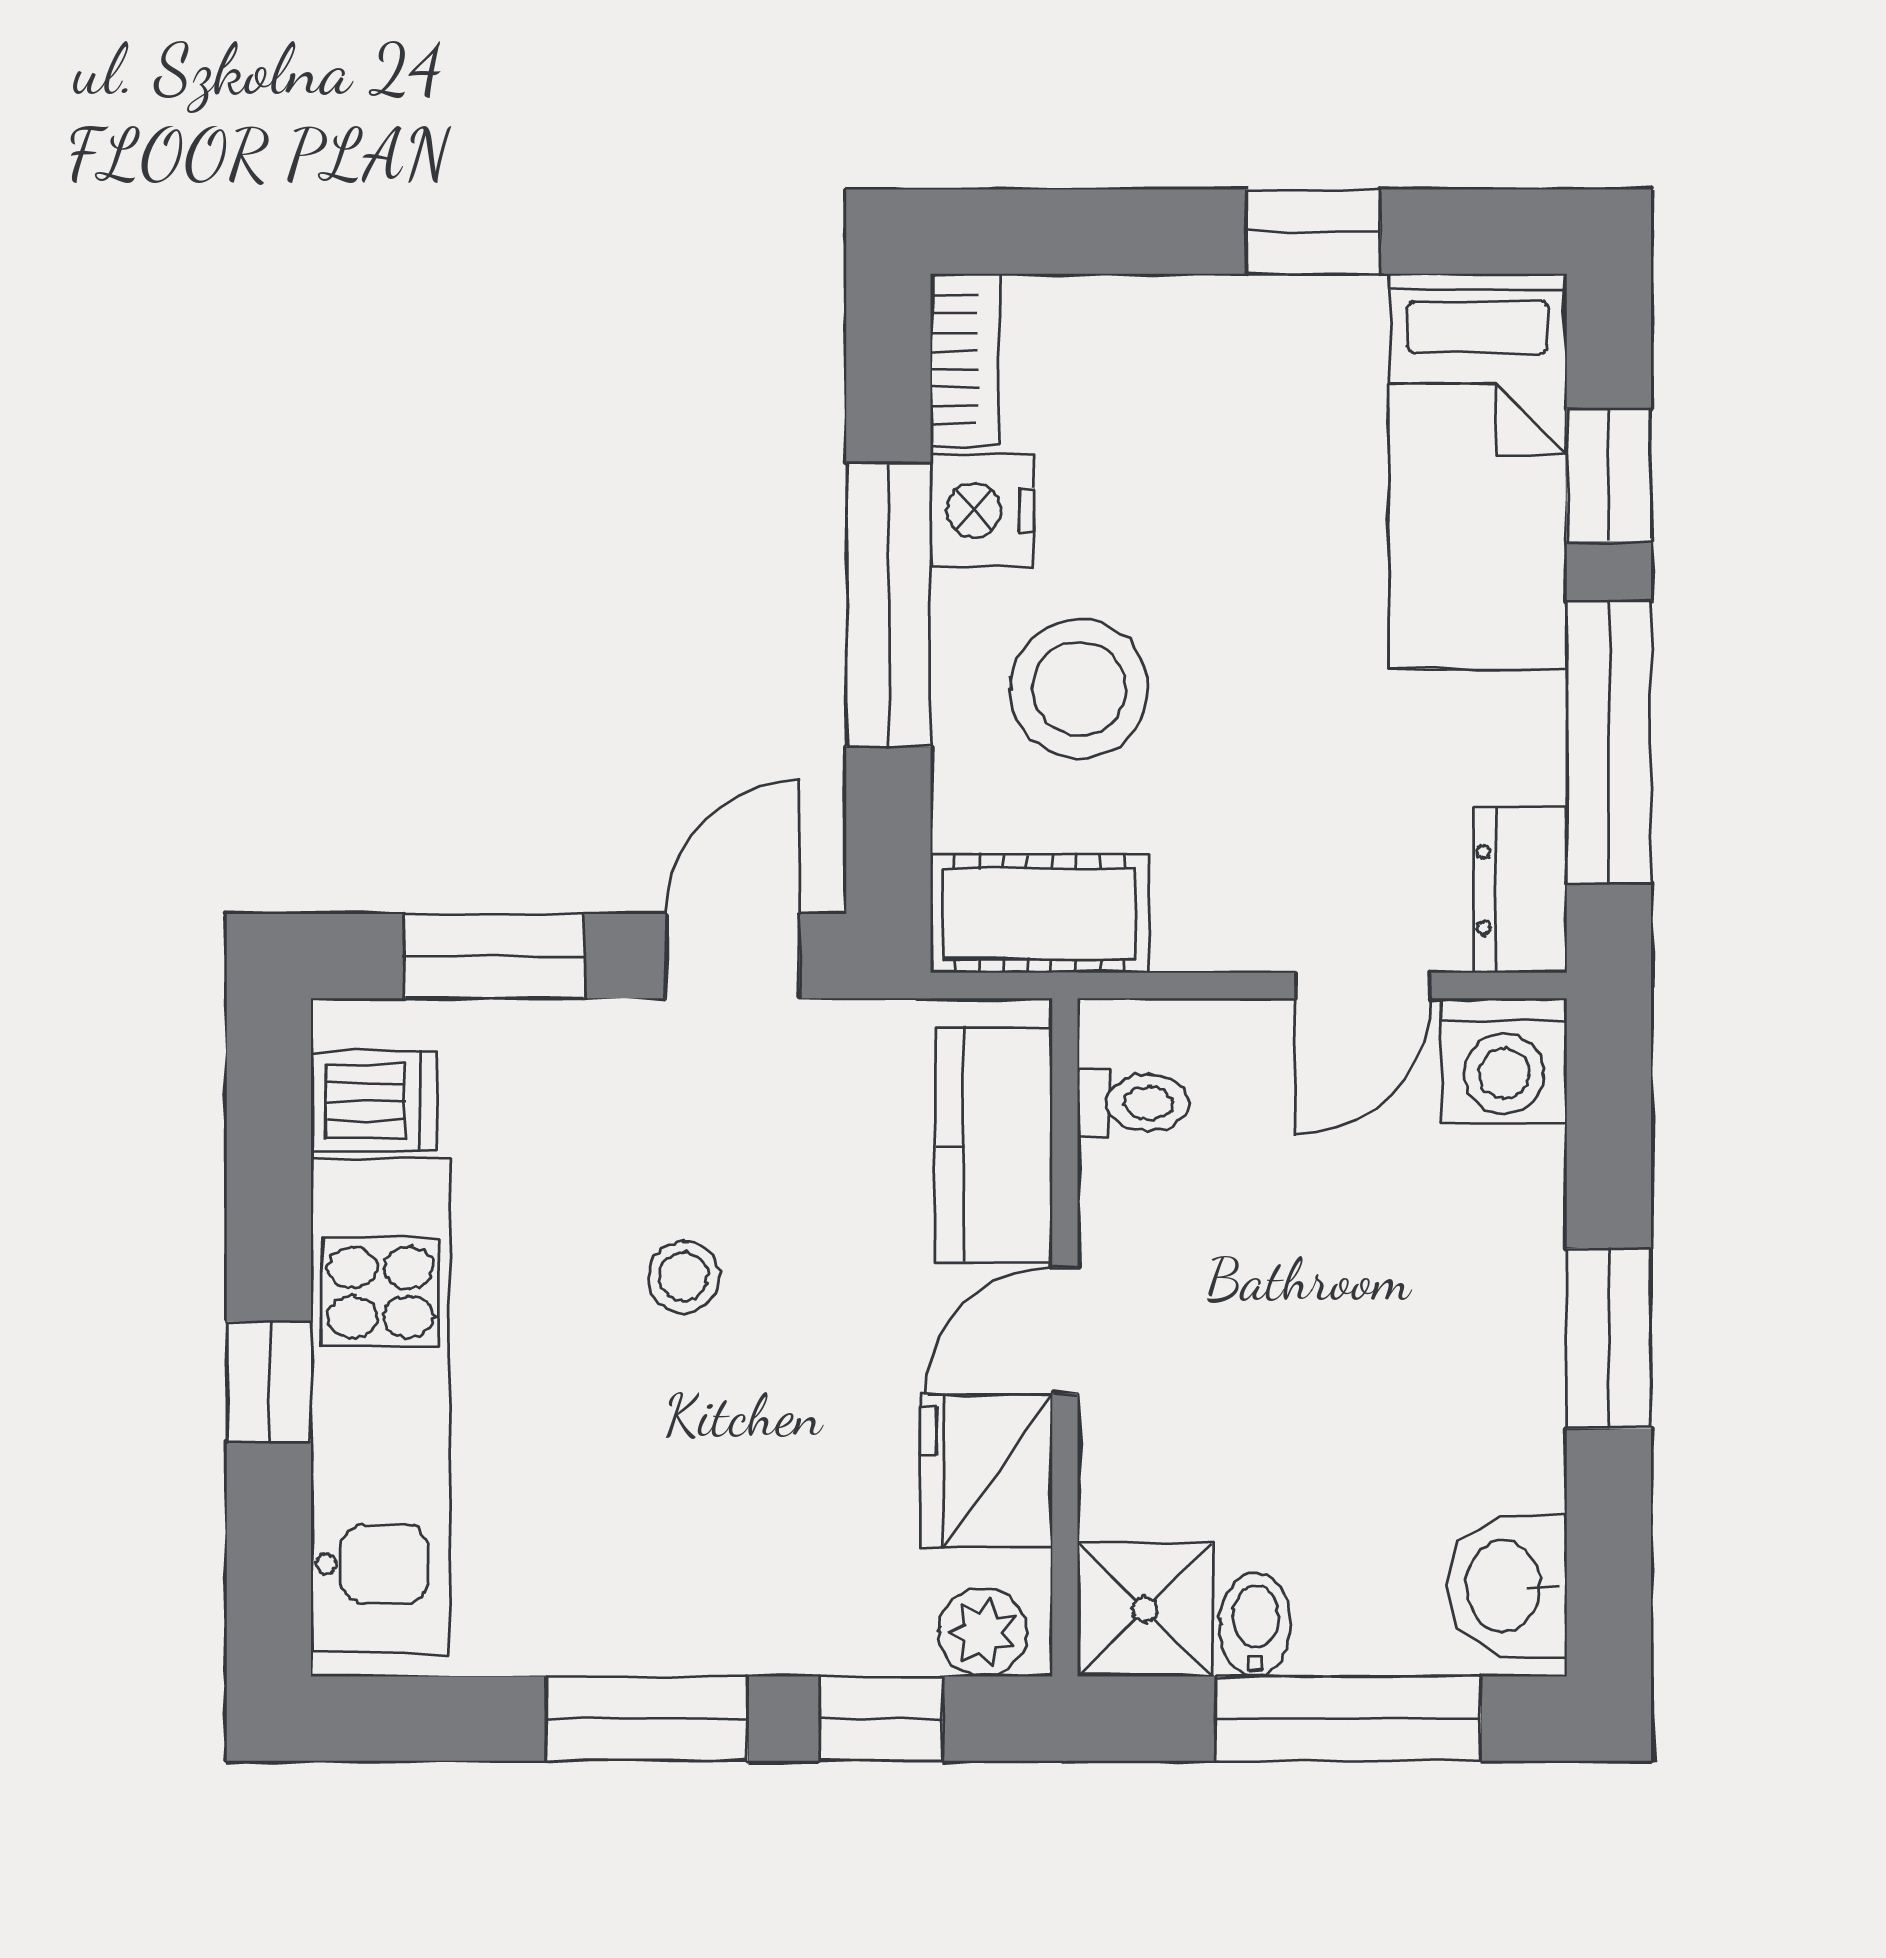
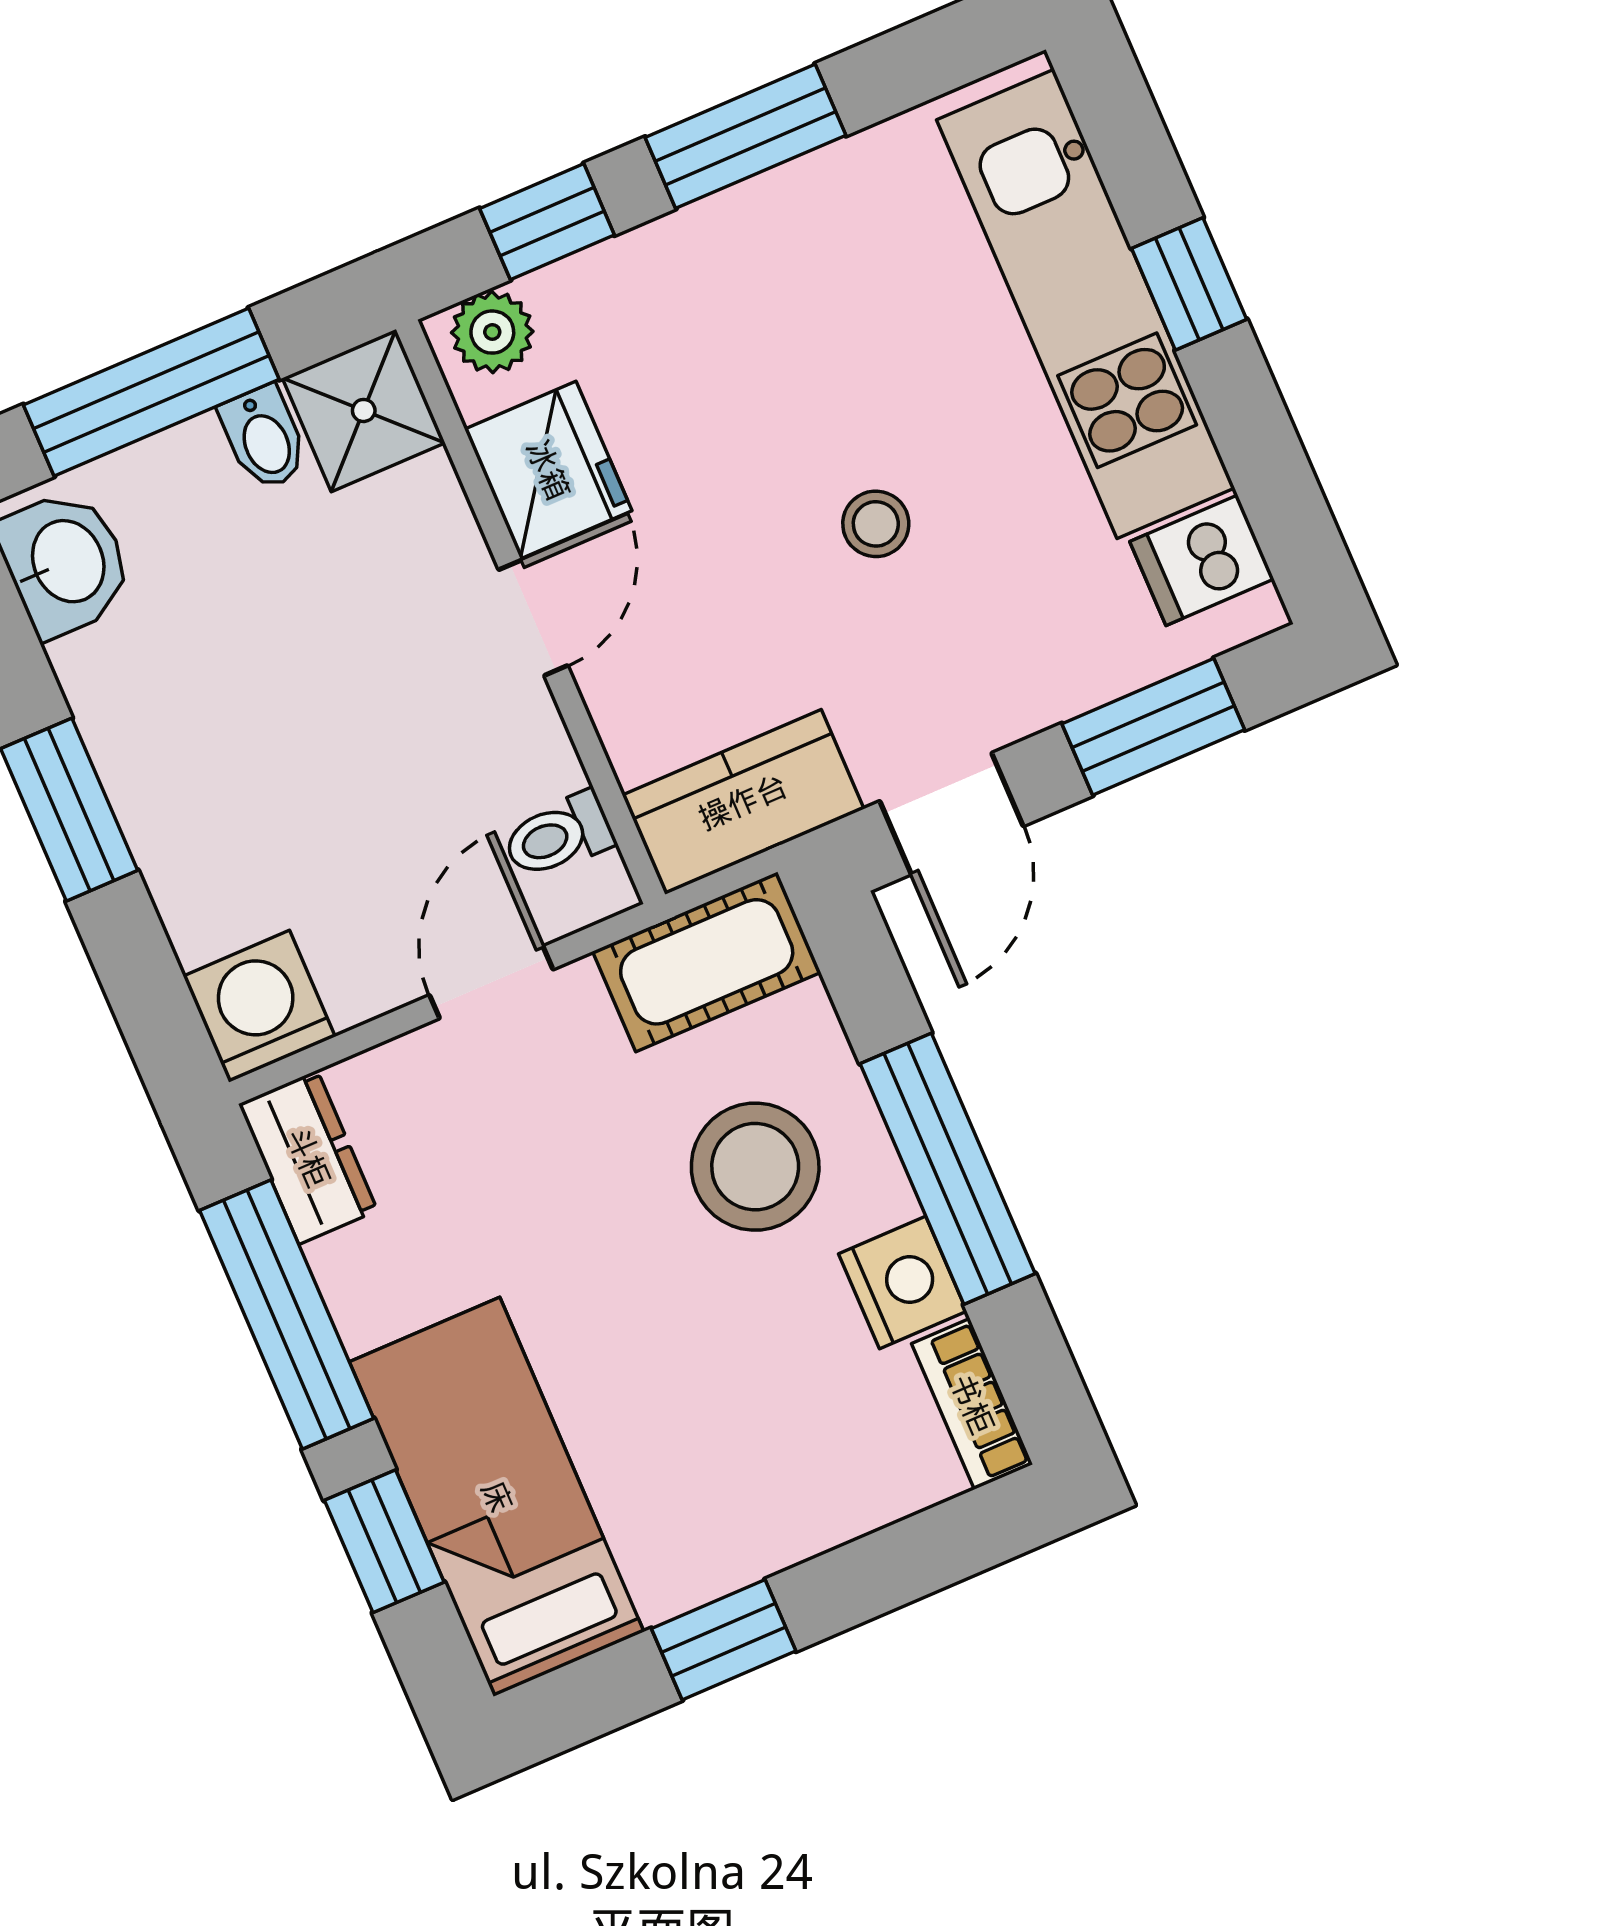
door: (1363, 986) -> (491, 982), moved
kitchen counter: (994, 1146) -> (743, 802), moved, turned -90

